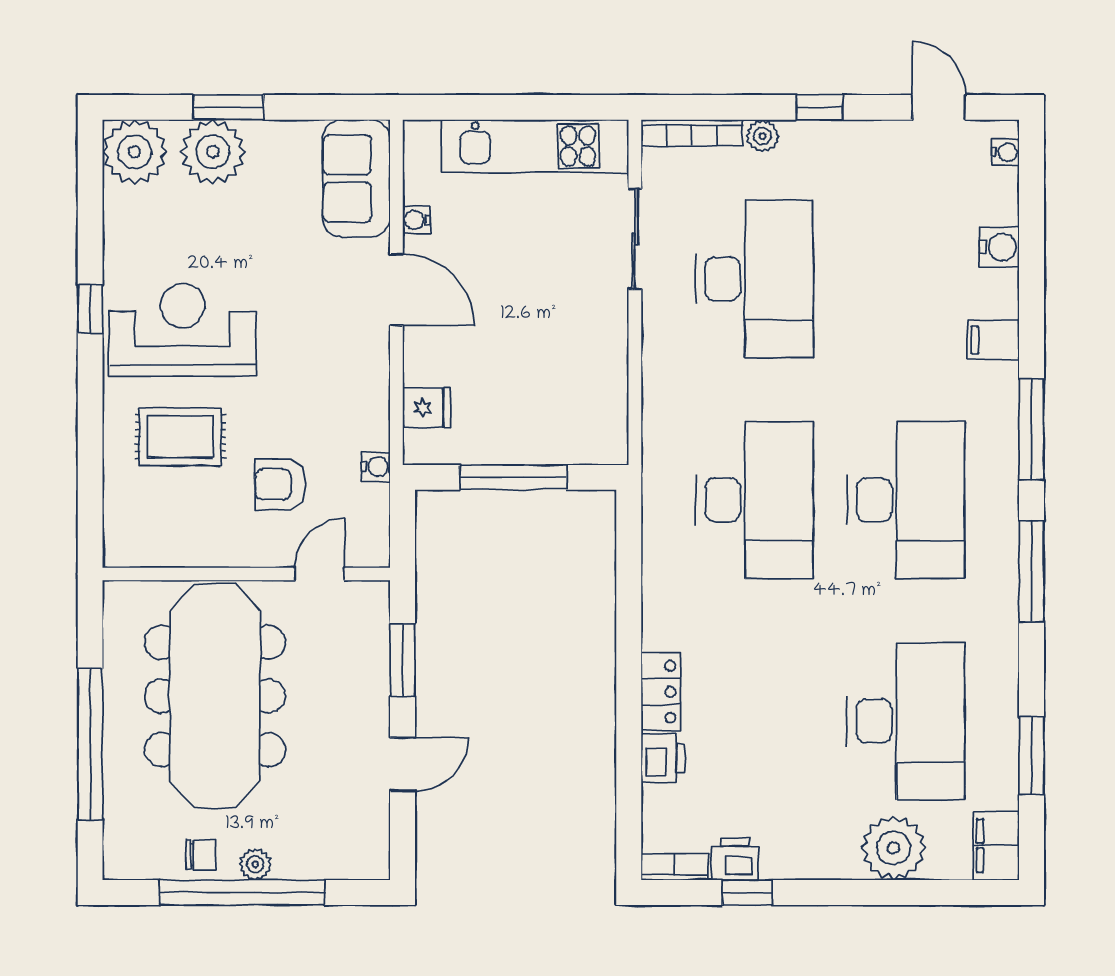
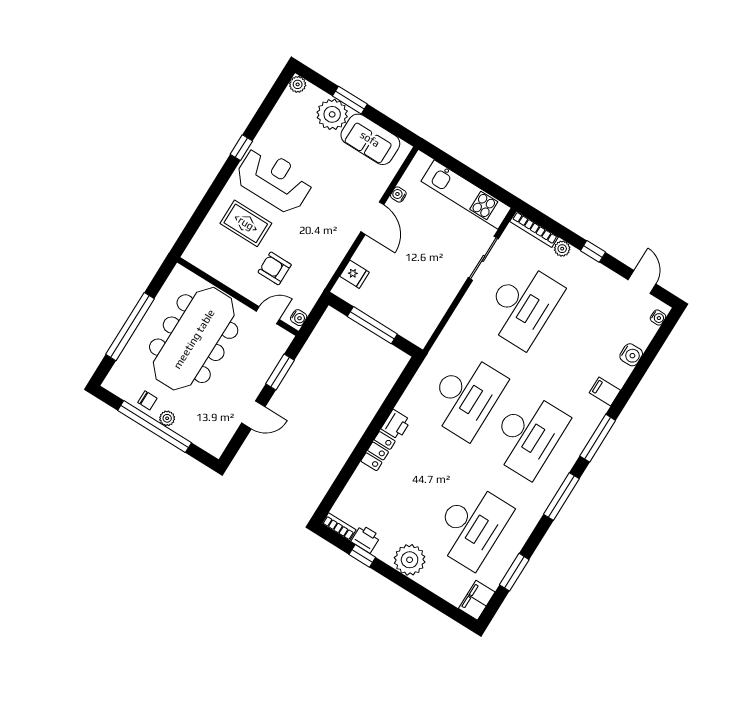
plant: (135, 152) -> (298, 84), width x0.53, depth x0.53
sofa: (356, 179) -> (370, 139), moved, turned -90
water cooler: (376, 467) -> (299, 318), moved
printer: (663, 758) -> (396, 424), moved
plant: (893, 848) -> (410, 560), moved

